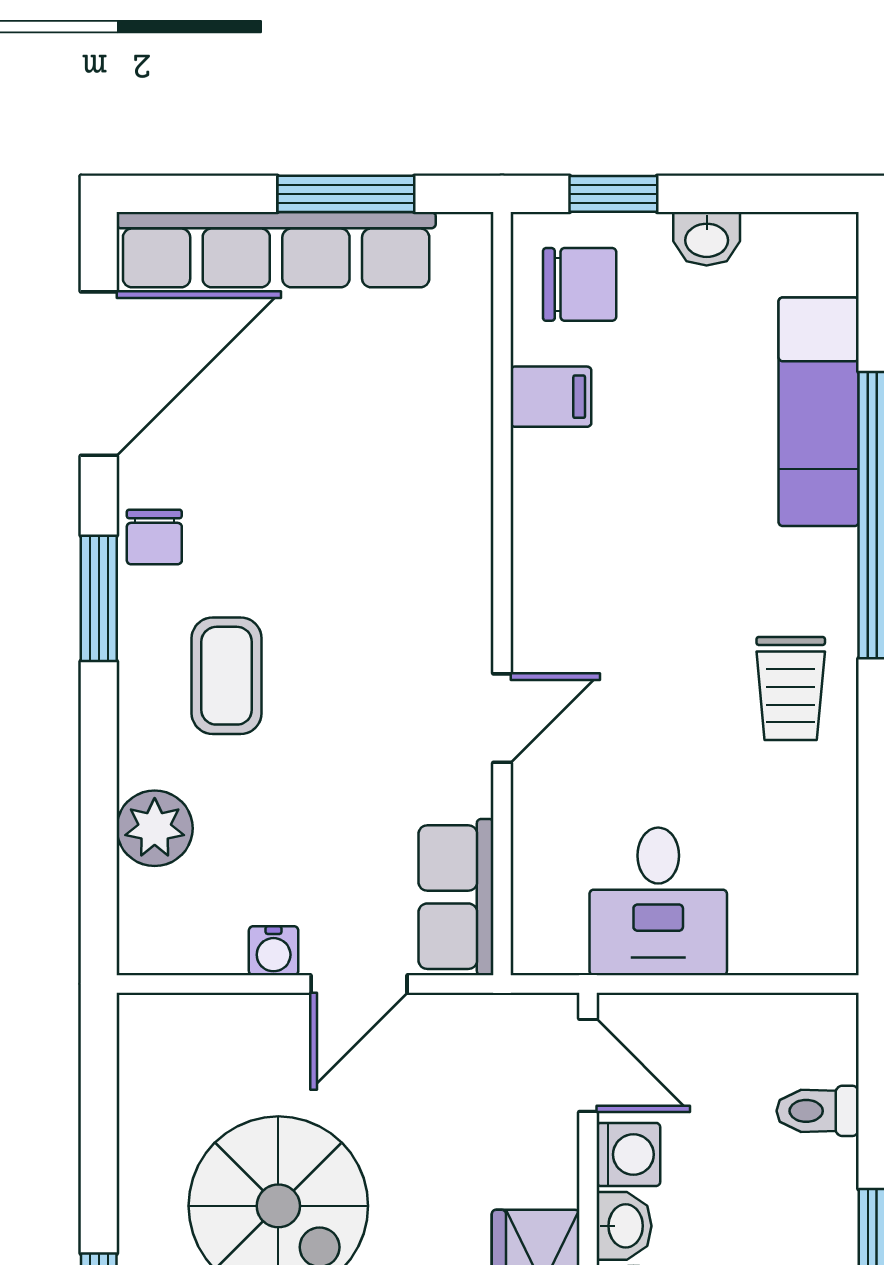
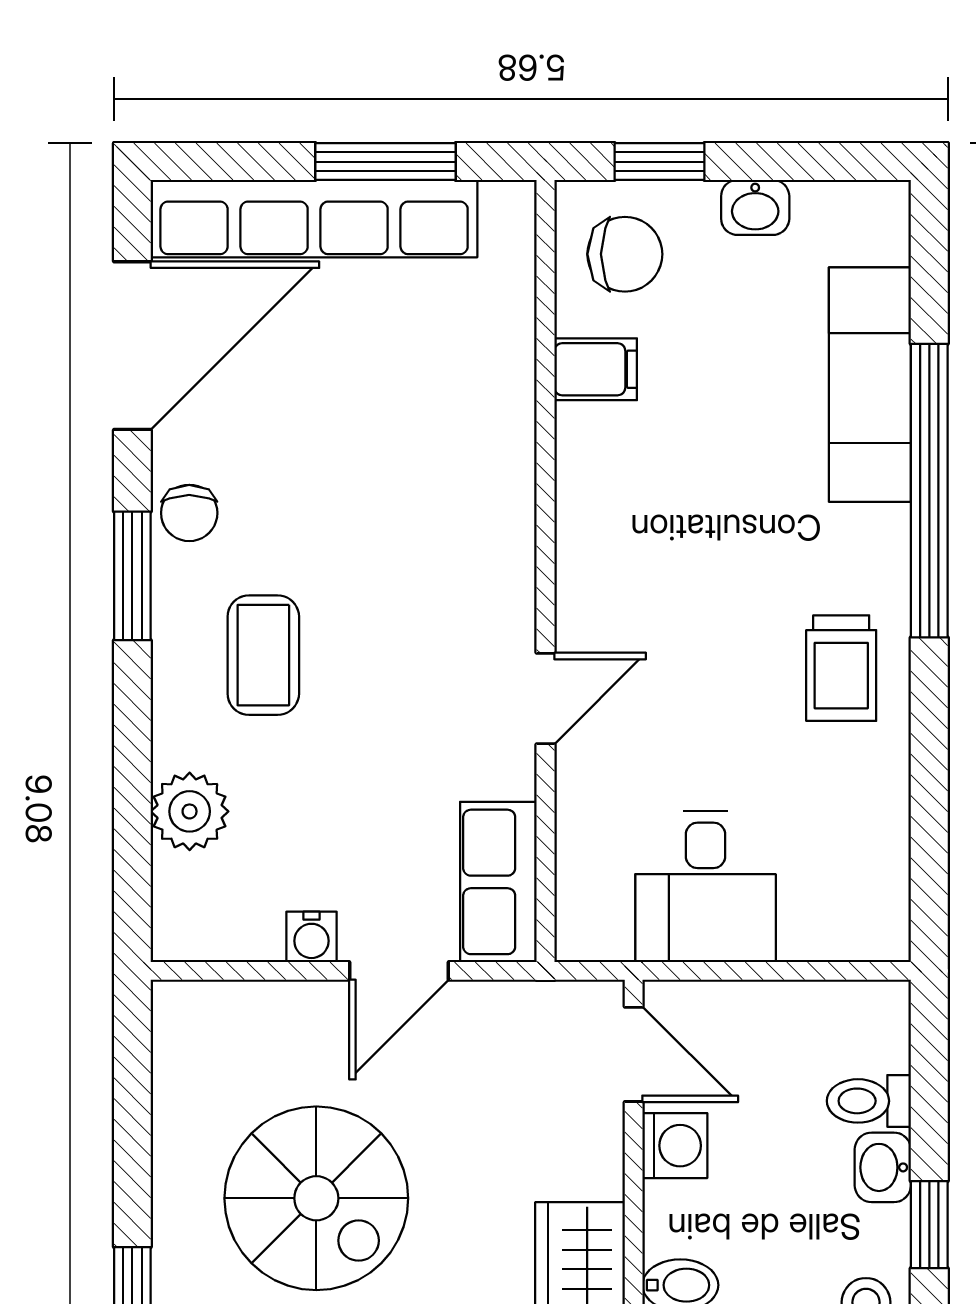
washbasin: (624, 1226) -> (883, 1167), moved, turned 180

